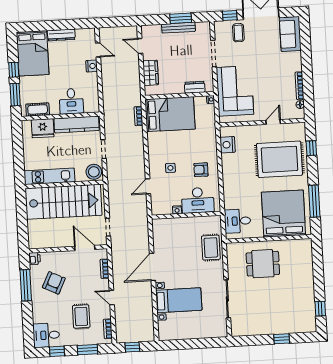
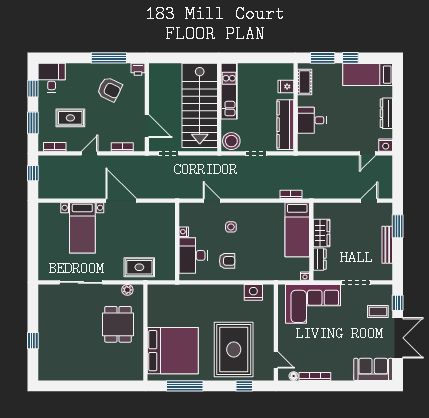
window: (181, 18) -> (398, 226), moved
bed: (33, 53) -> (368, 75), width x0.67
nightstand: (92, 66) -> (386, 145), moved
wardrobe: (151, 73) -> (322, 233), moved, turned -90
bed: (170, 114) -> (297, 230), width x0.67
door: (273, 122) -> (276, 360), moved
fridge: (43, 128) -> (286, 87), width x0.53, depth x0.75
armchair: (201, 170) -> (227, 261), turned 90
desk: (238, 221) -> (167, 299), removed
door: (85, 248) -> (147, 126), hinge flipped
plant: (232, 257) -> (127, 290), added
window: (320, 309) -> (64, 386), removed

